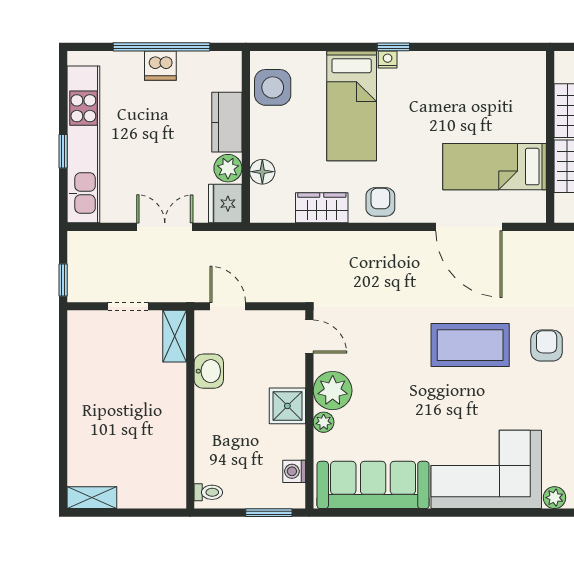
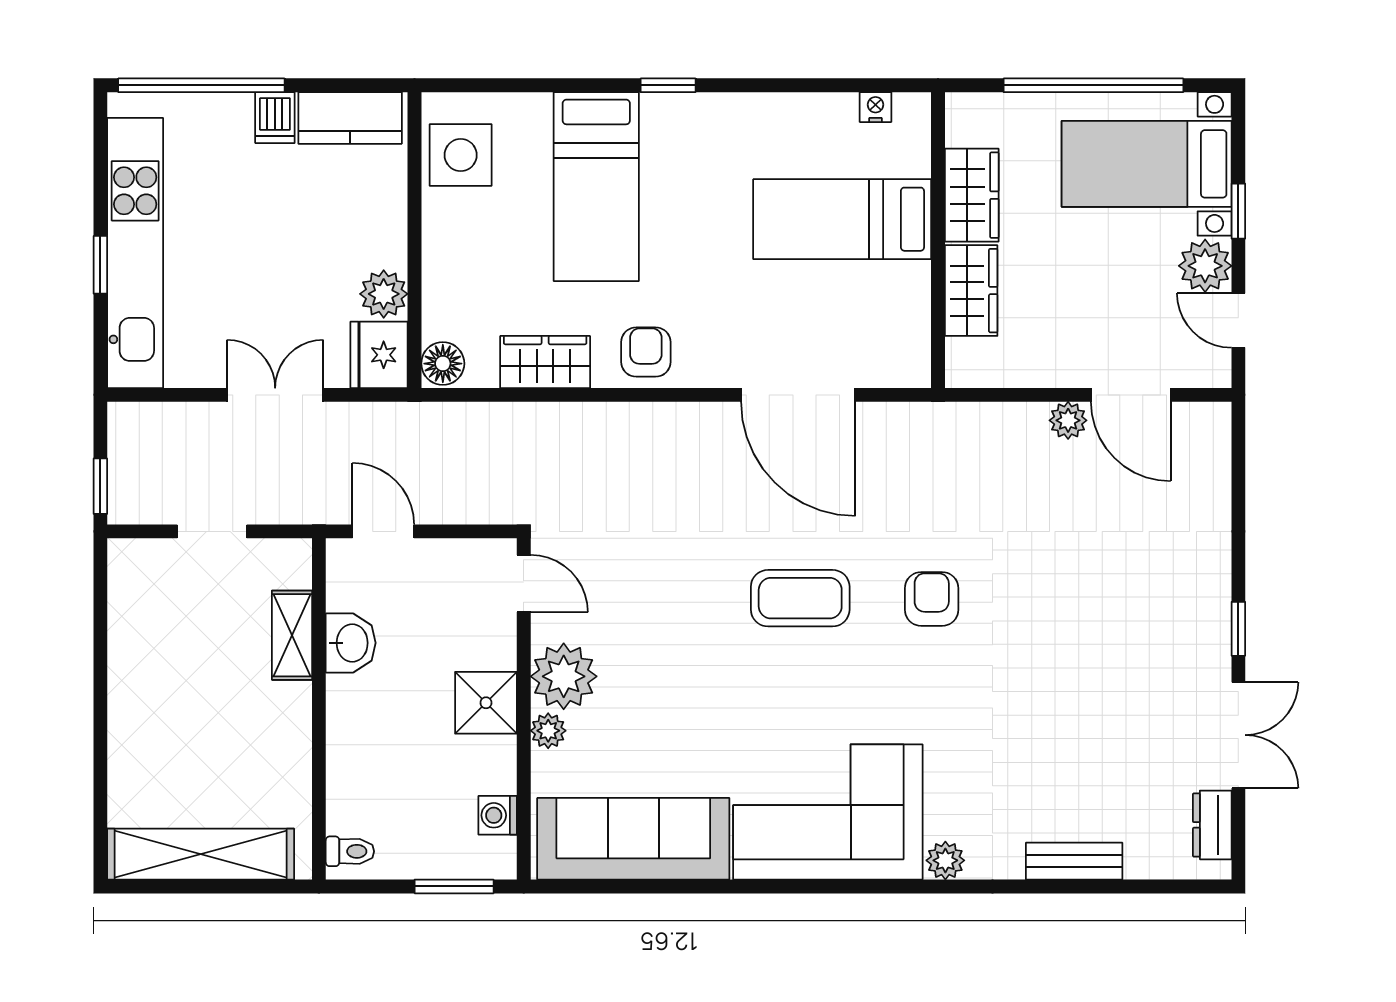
window: (161, 47) -> (201, 85), moved
nightstand: (388, 60) -> (875, 107), moved
dishwasher: (160, 66) -> (275, 118), width x0.73
kitchen counter: (227, 122) -> (350, 118), moved, turned -90
bed: (495, 167) -> (842, 219), moved
floor lamp: (262, 172) -> (443, 364), moved
shelving: (175, 336) -> (292, 635), moved
coffee table: (470, 345) -> (800, 598), width x0.73, depth x0.76
shelving: (92, 498) -> (201, 854), width x2.20, depth x1.33

